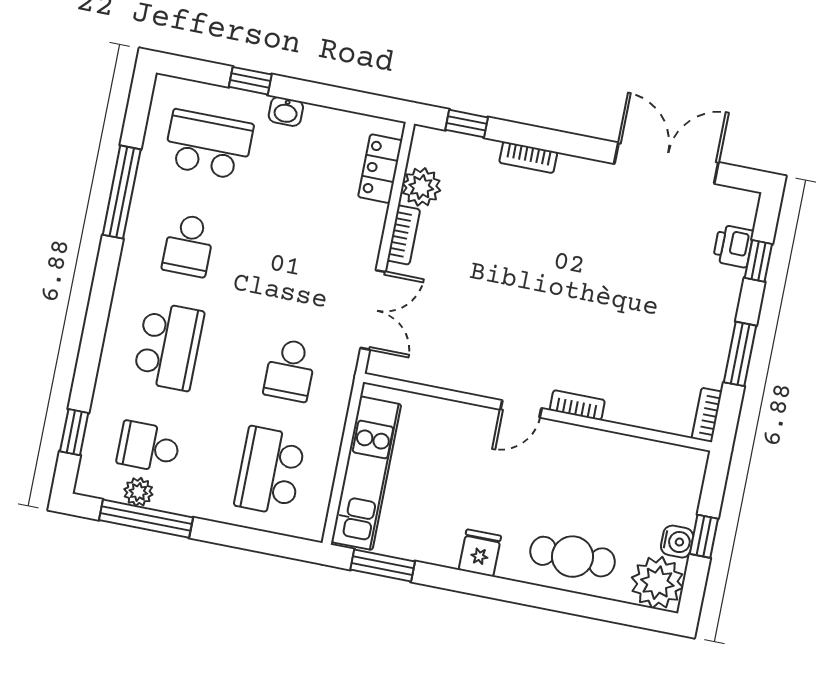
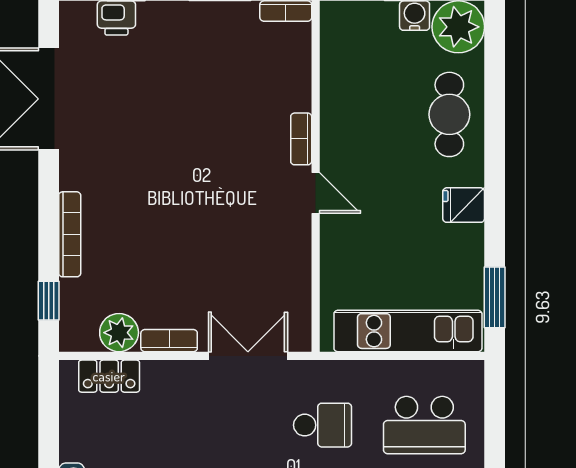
bookcase: (528, 157) -> (70, 234), width x1.56

